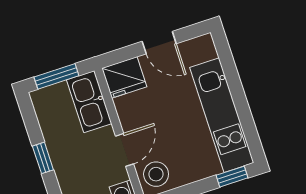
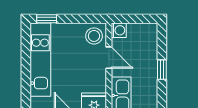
door: (125, 150) -> (109, 58), swing flipped

